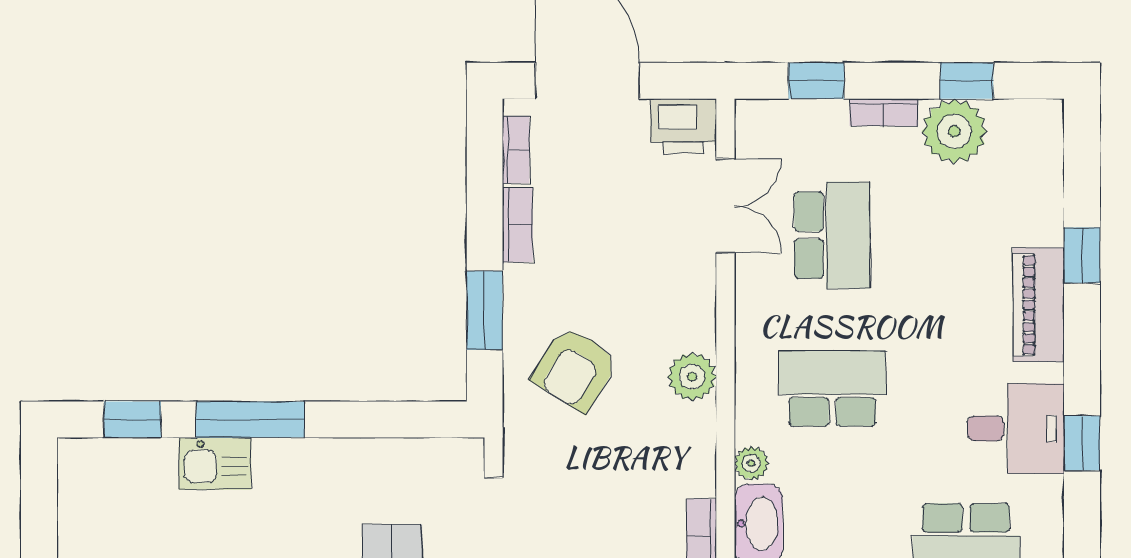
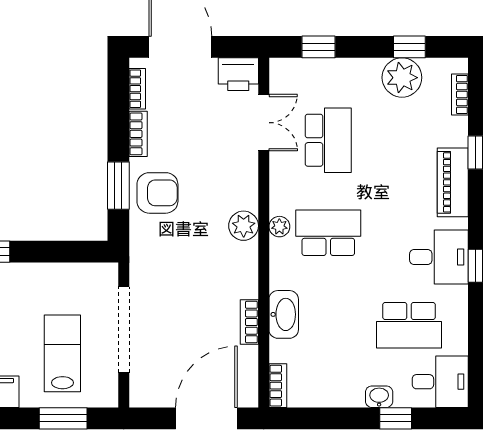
bookcase: (884, 112) -> (460, 95), moved, turned 90
armchair: (575, 369) -> (157, 193), moved, turned -122
plant: (751, 463) -> (279, 227), moved

